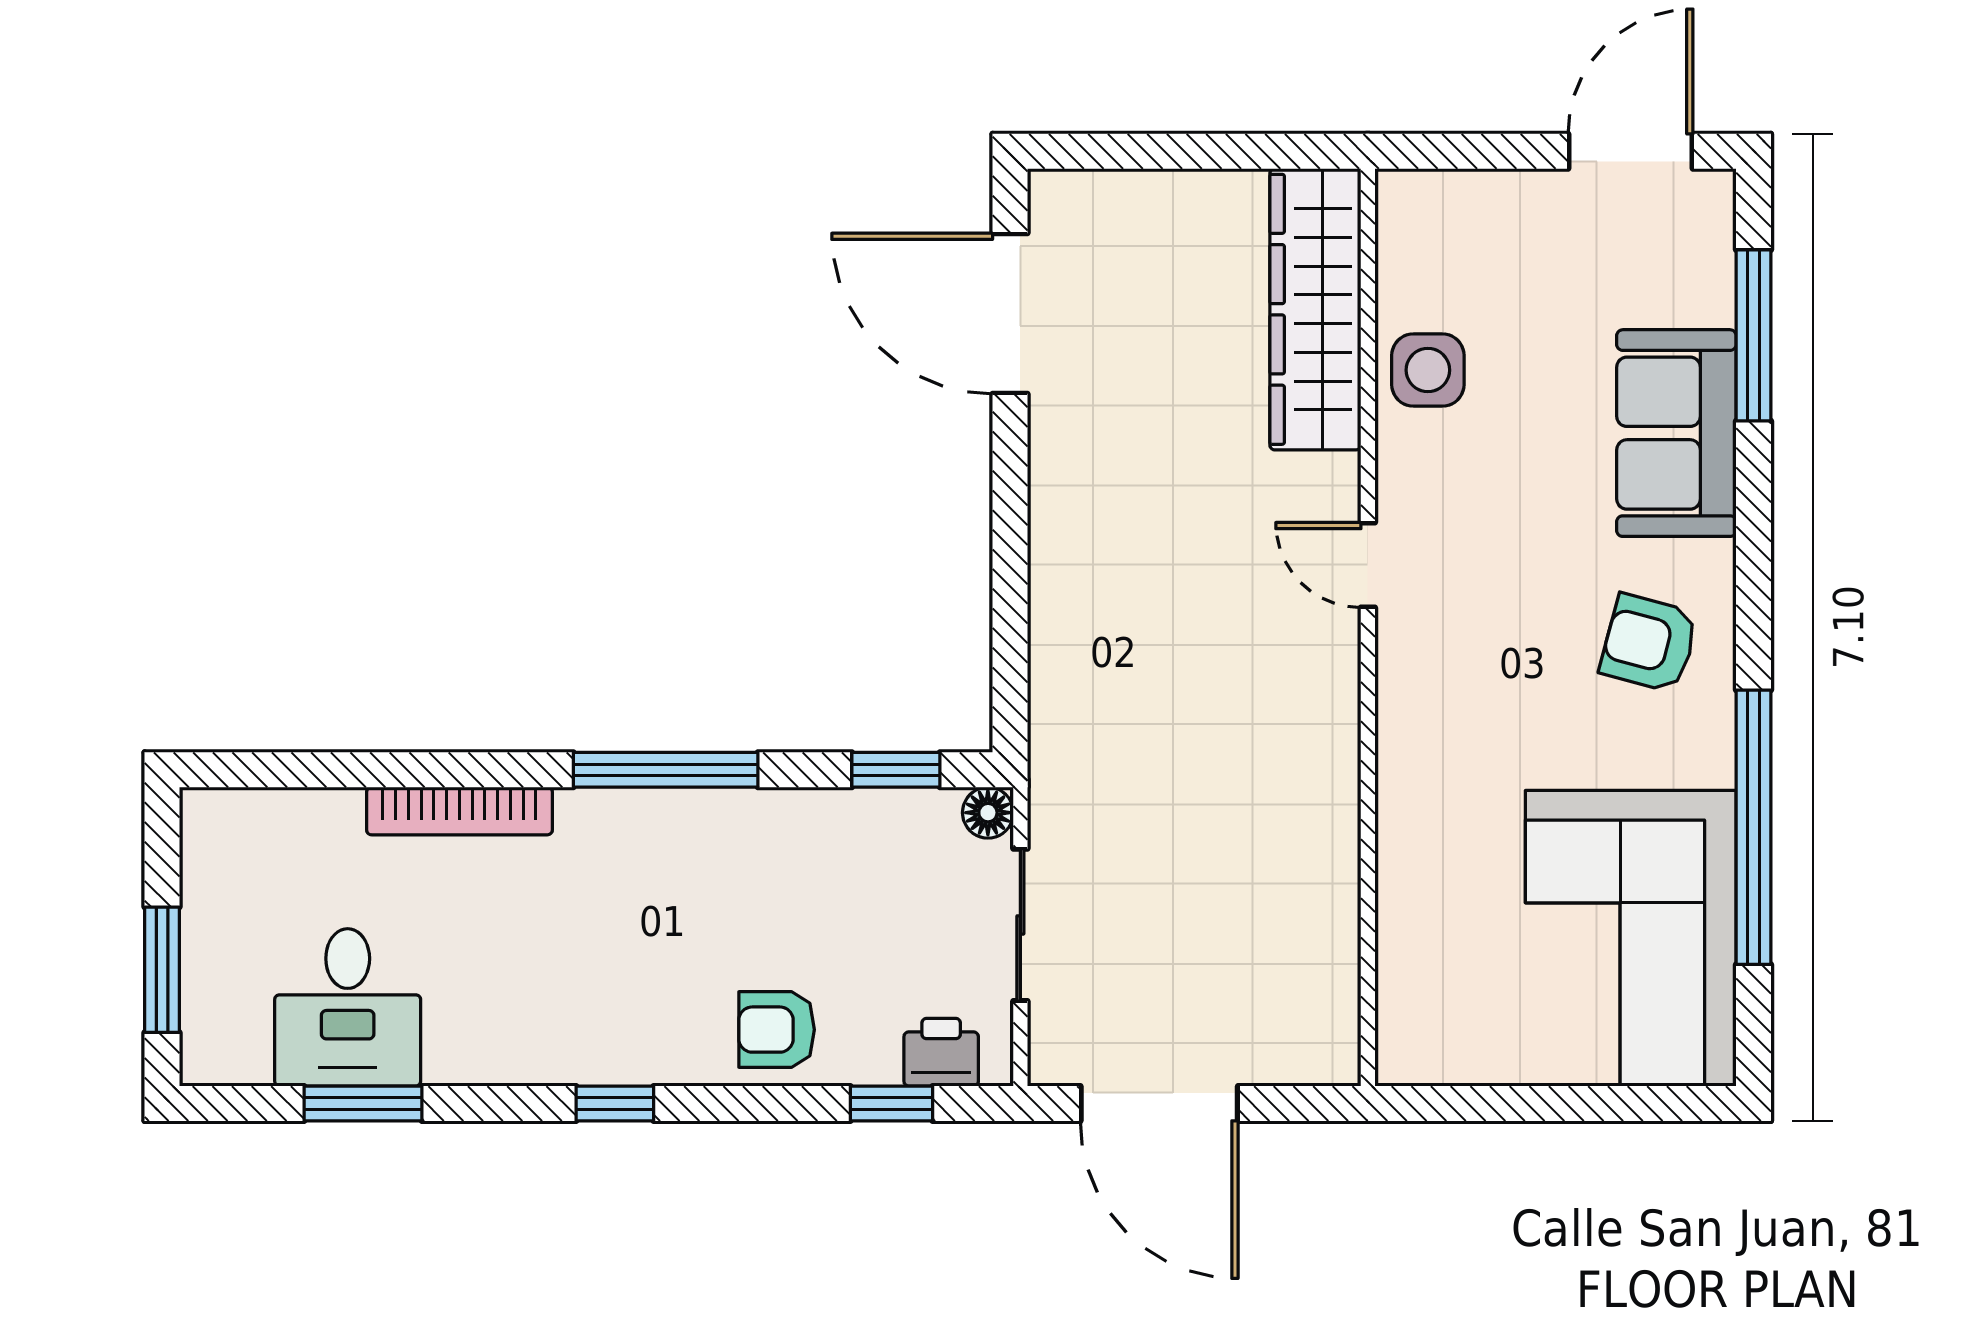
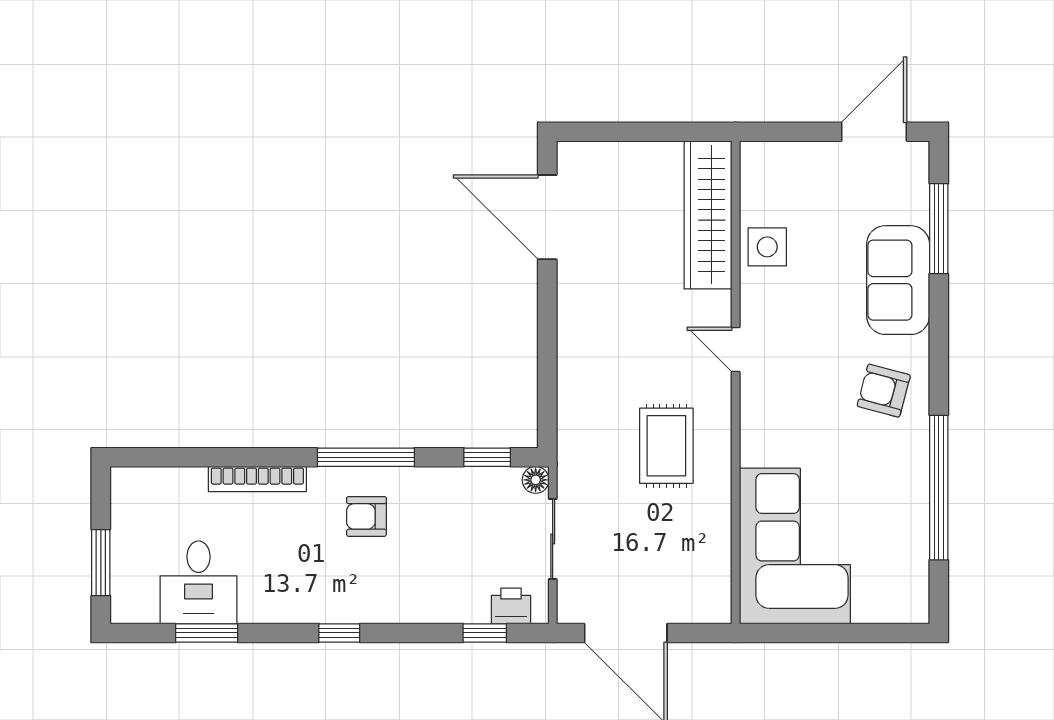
rug: (1236, 748) -> (666, 446), added
corner sofa: (1631, 938) -> (795, 546), moved, turned 180
armchair: (777, 1030) -> (366, 516), moved

